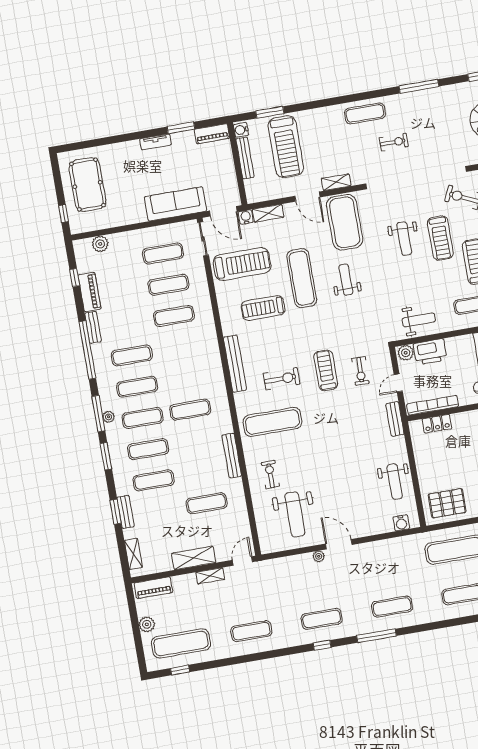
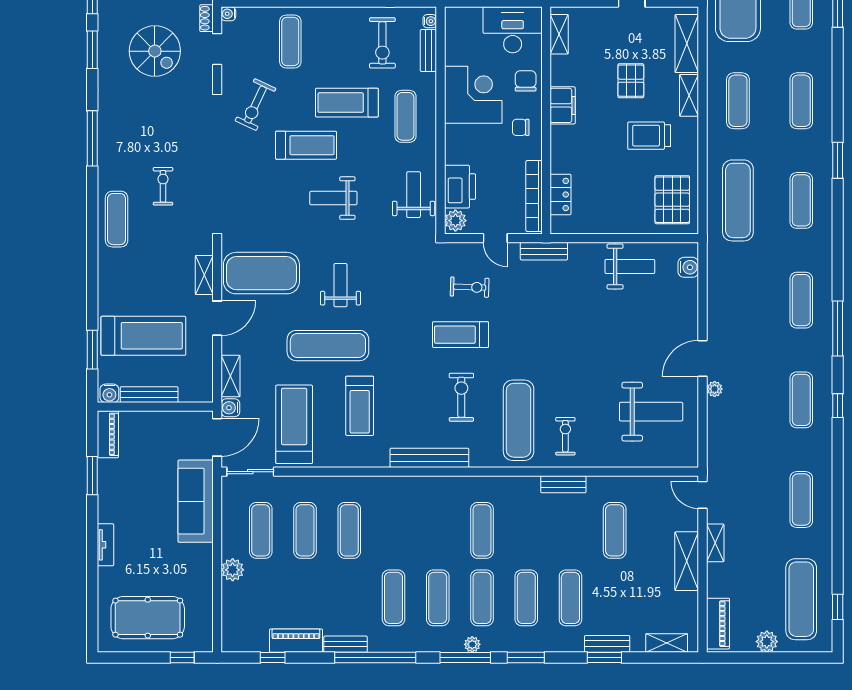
tv unit: (156, 142) -> (105, 545), moved
weight bench: (404, 239) -> (333, 198), moved, turned 180
plant: (100, 244) -> (233, 570), moved
weight bench: (346, 280) -> (340, 285), turned 90
bench: (232, 456) -> (563, 484), width x0.73
exercise bike: (270, 475) -> (565, 436), moved, turned 90

